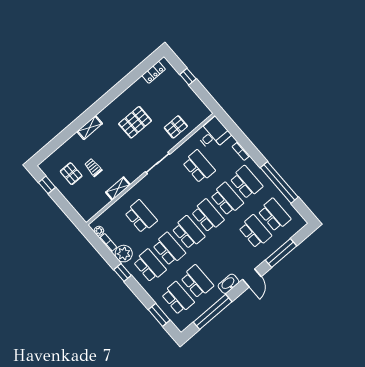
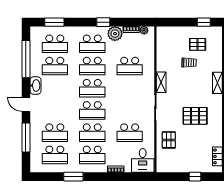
pallet: (135, 122) -> (195, 116), turned 90
window: (279, 182) -> (73, 177), width x0.47
shelving: (118, 188) -> (161, 82), moved

